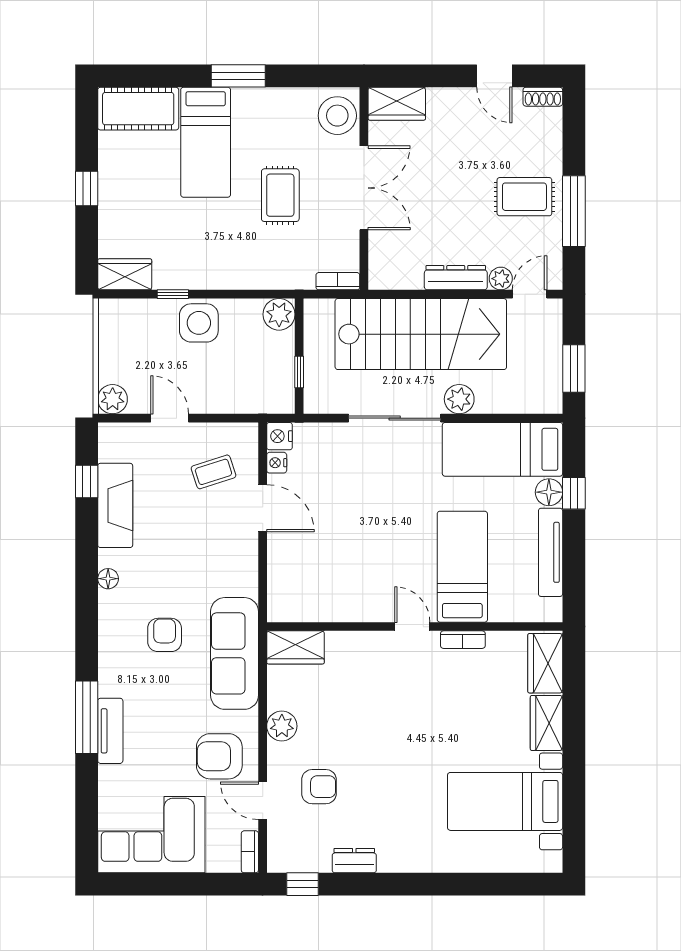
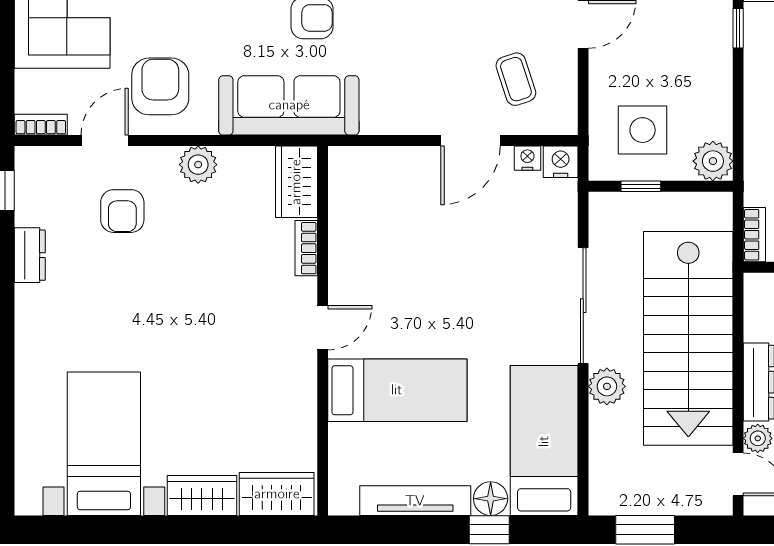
side table: (199, 323) -> (643, 130), moved
bookcase: (463, 640) -> (306, 248), moved

